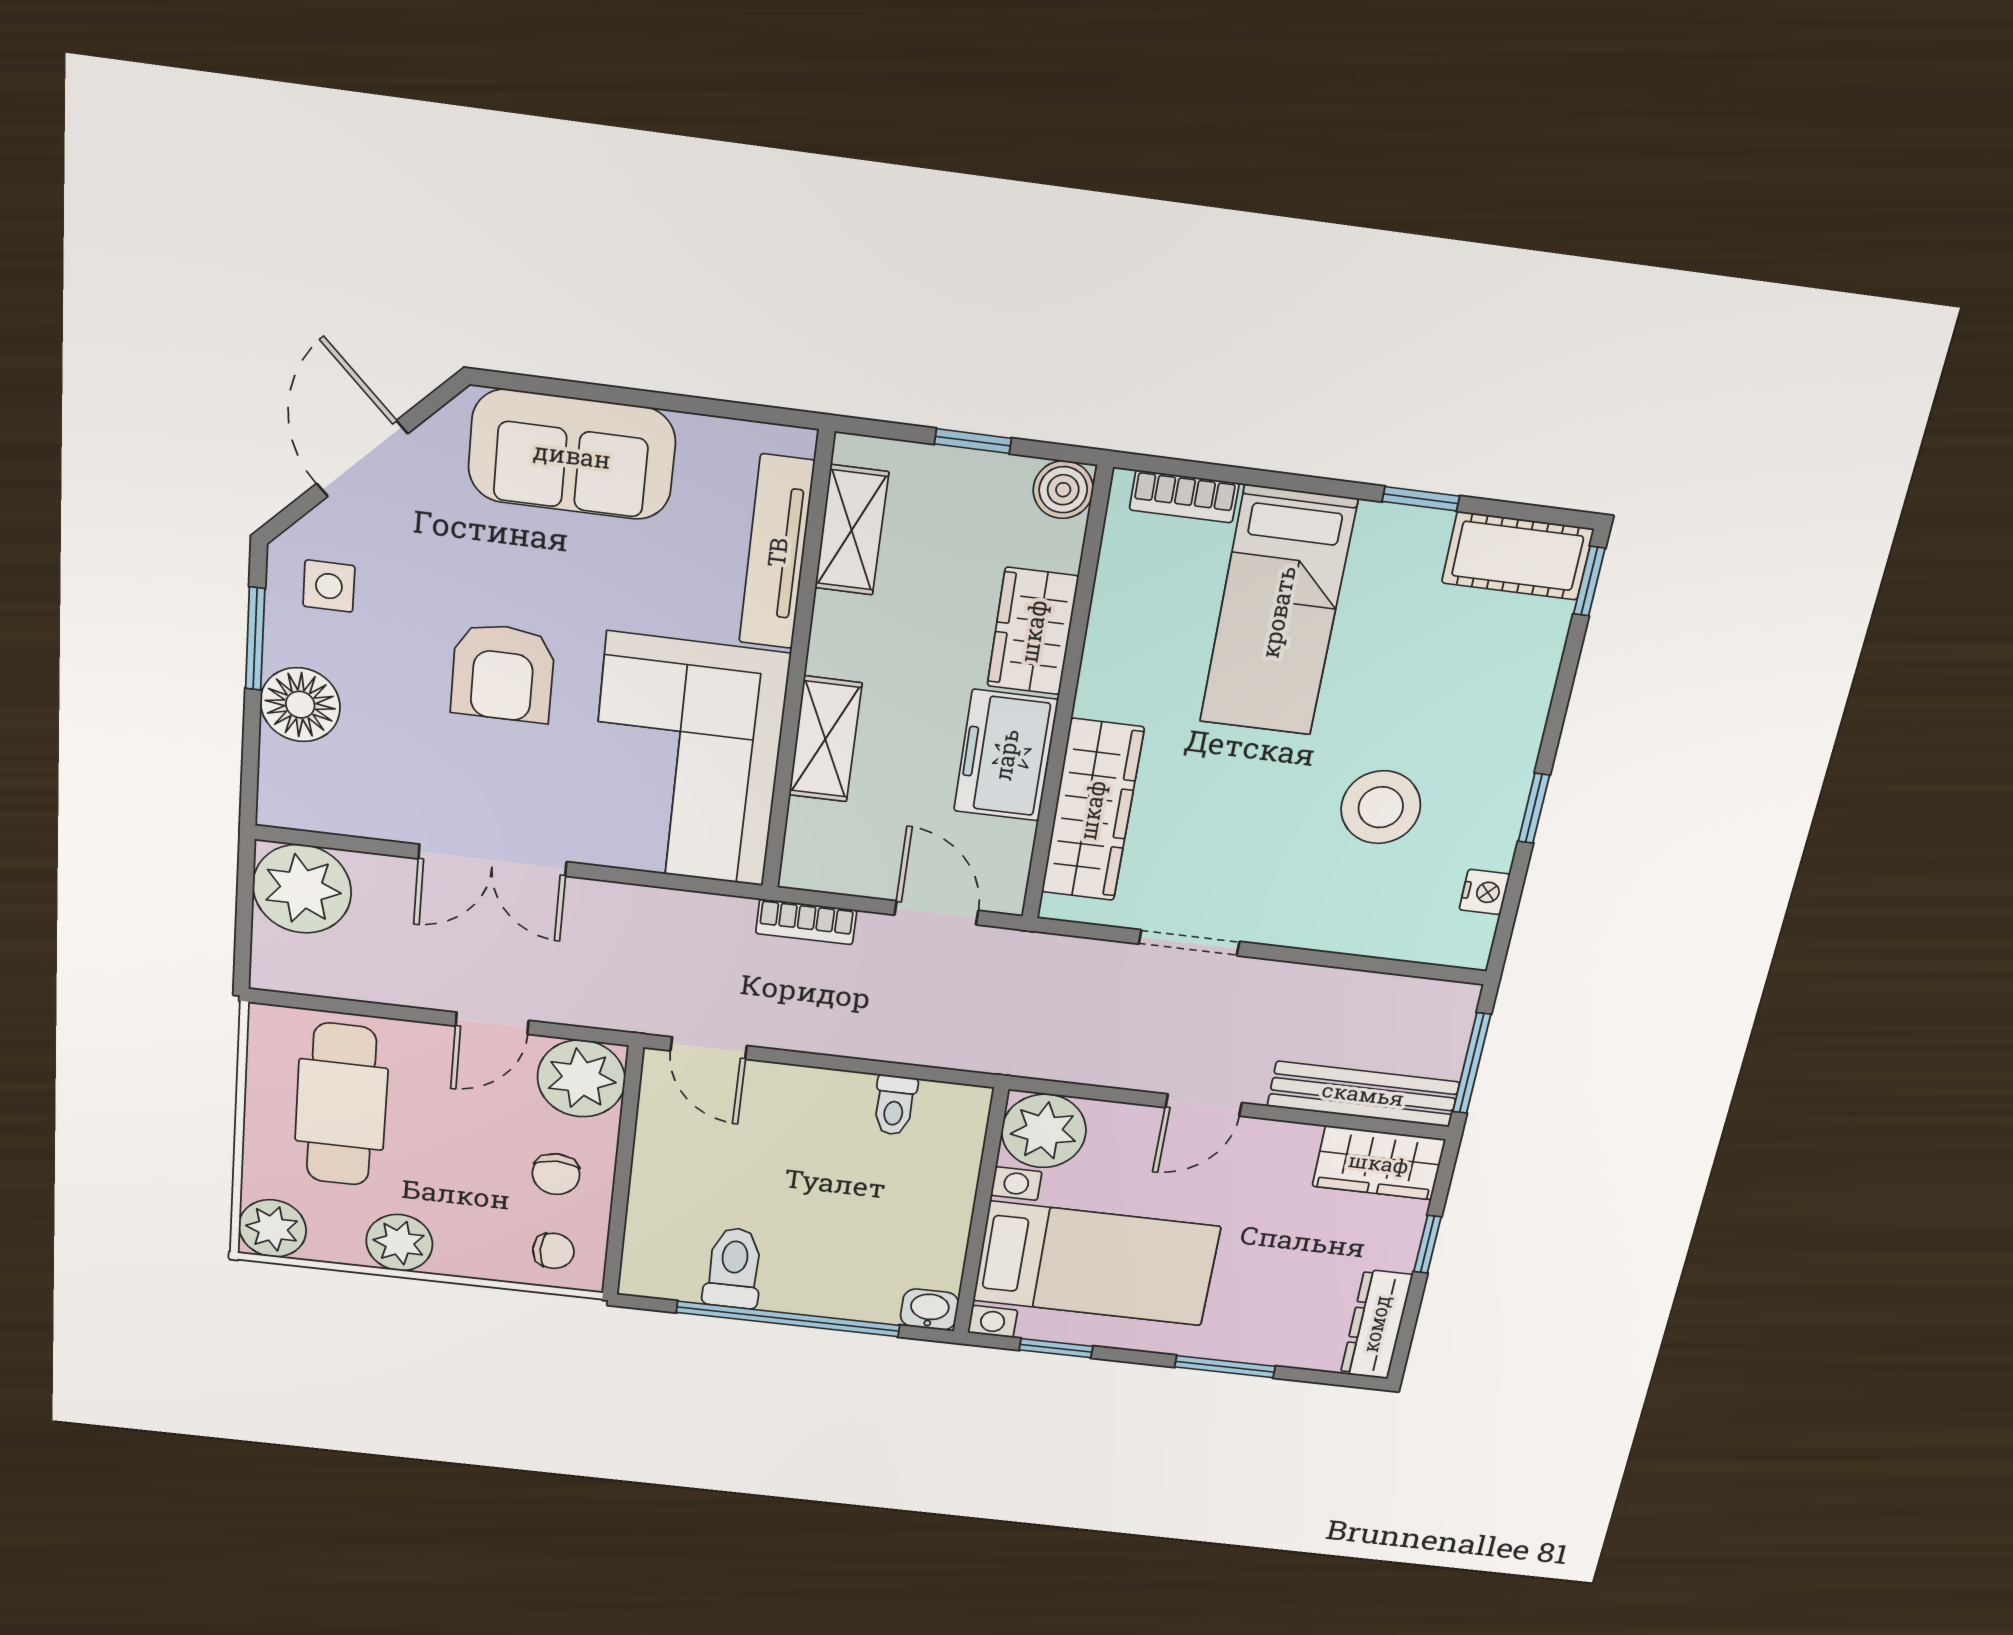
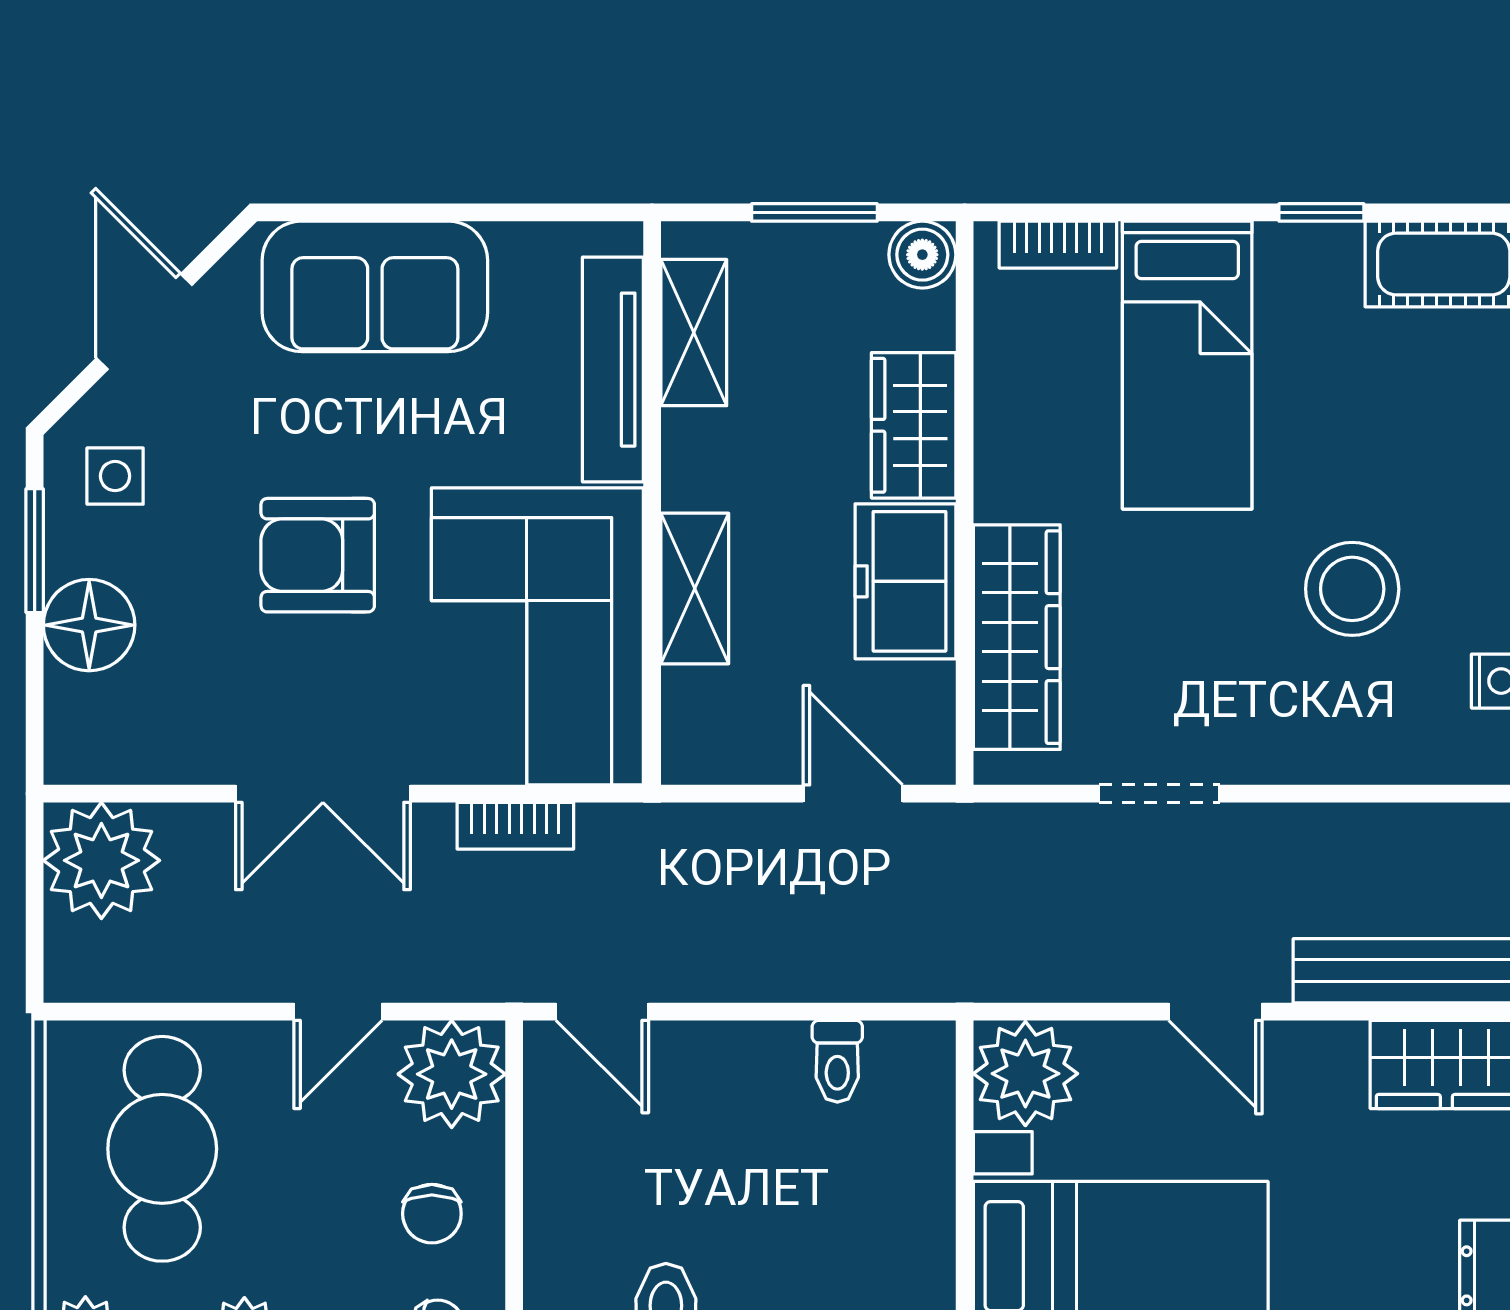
window: (973, 441) -> (814, 212), width x1.50
armchair: (503, 673) -> (318, 555), turned 90
bookcase: (806, 922) -> (515, 826), moved
door: (1204, 1105) -> (1215, 1012), hinge flipped

